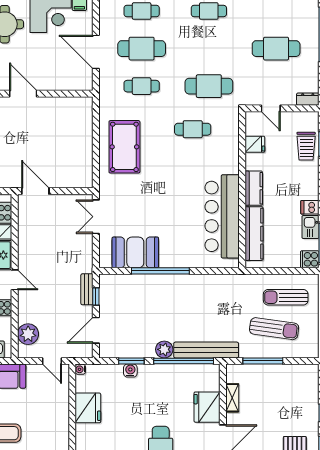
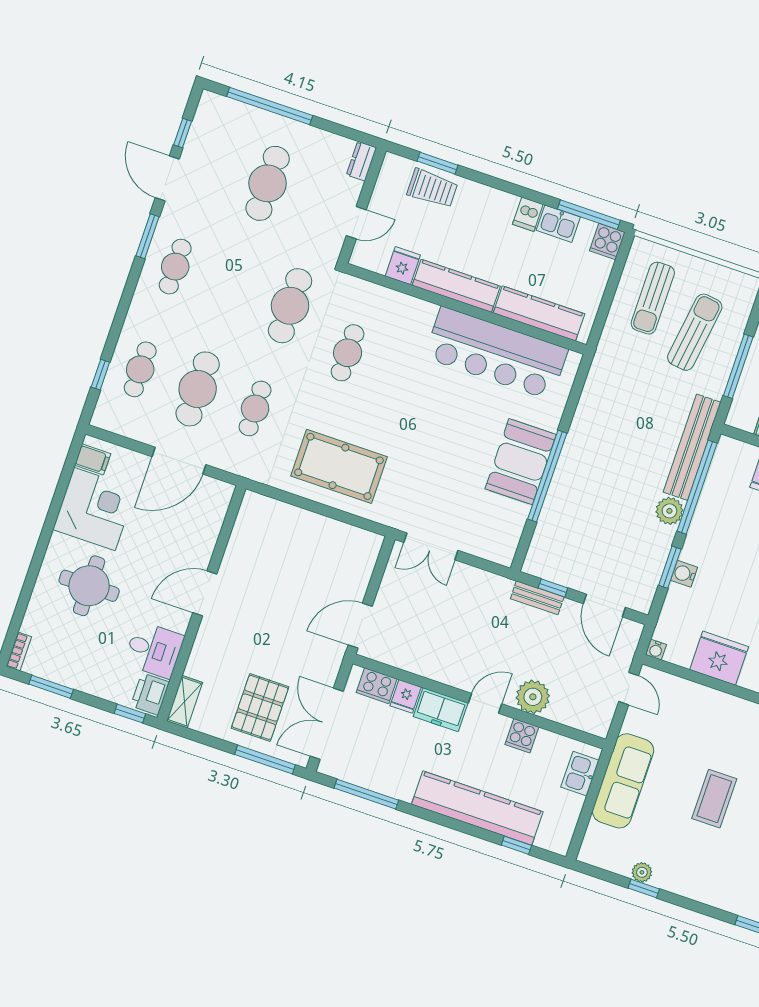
kitchen counter: (254, 188) -> (456, 286), width x1.50
booth: (135, 252) -> (521, 462), moved
plant: (28, 334) -> (533, 697), moved
door: (52, 361) -> (629, 689), hinge flipped

